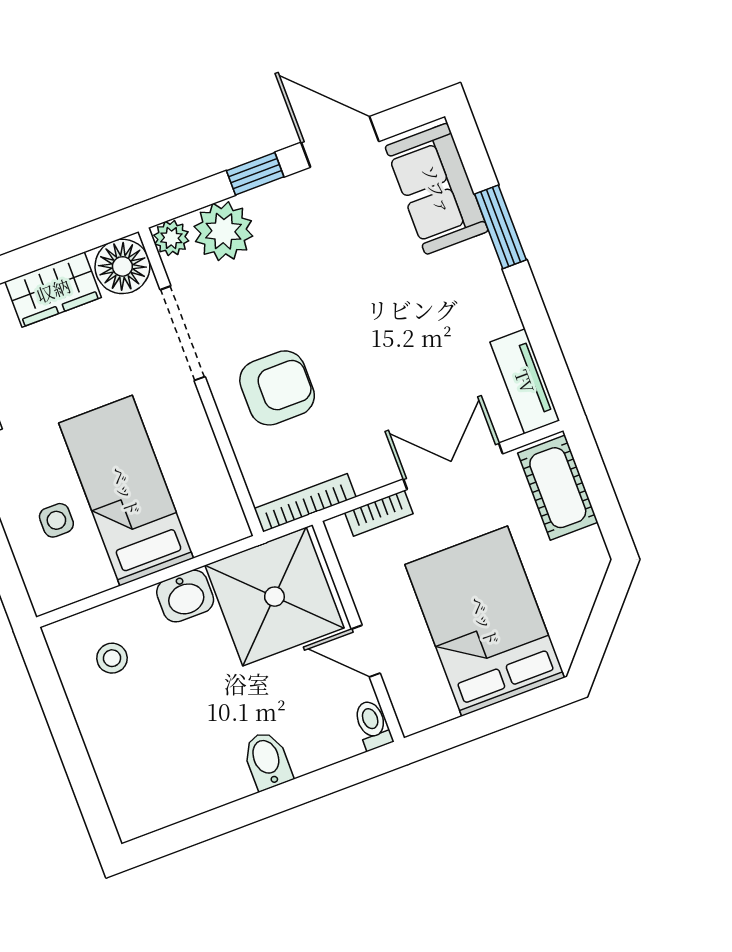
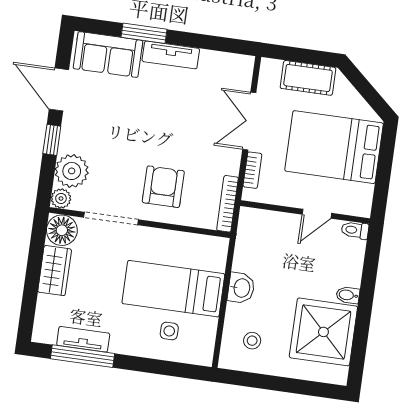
door: (340, 142) -> (59, 90), hinge flipped
tv unit: (525, 381) -> (171, 55), moved
cot: (558, 488) -> (308, 78), moved
shower: (274, 597) -> (323, 332), moved
bidet: (267, 760) -> (348, 295), width x0.72, depth x0.74

